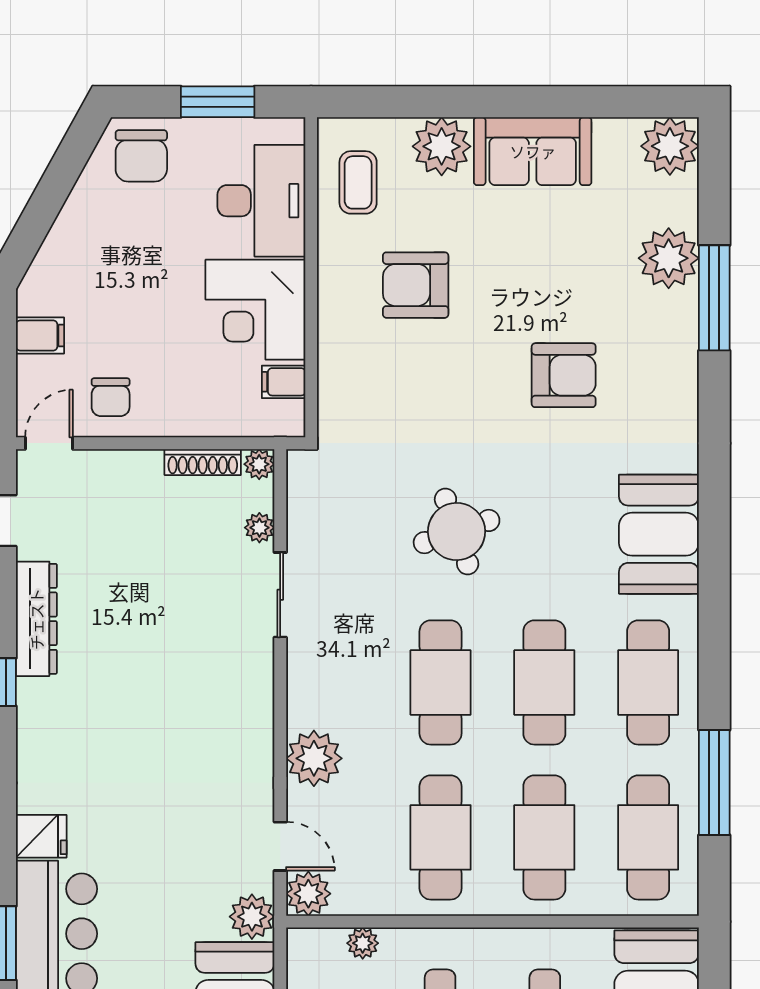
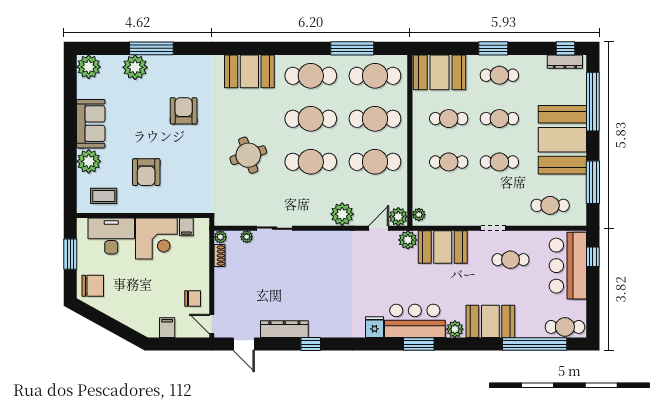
shoe rack: (203, 462) -> (219, 256), width x0.70
plant: (363, 943) -> (419, 215), moved

